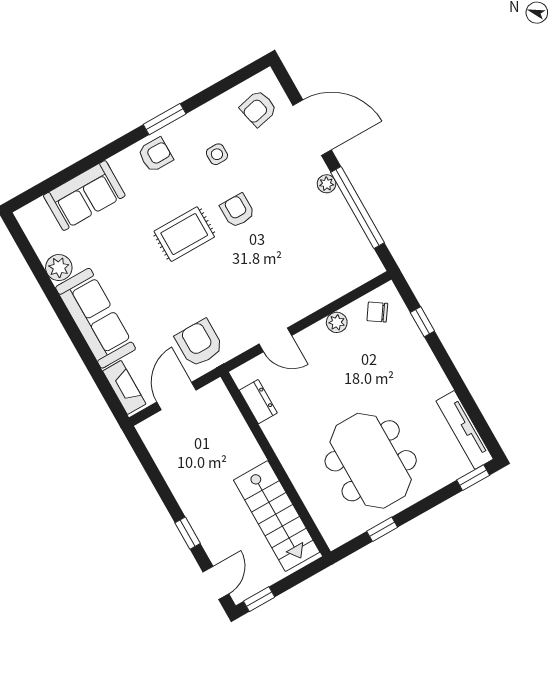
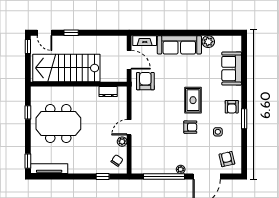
door: (275, 340) -> (129, 127), moved
armchair: (199, 343) -> (145, 81), turned -90
stairs: (277, 516) -> (66, 68), width x1.36, depth x1.51

